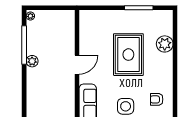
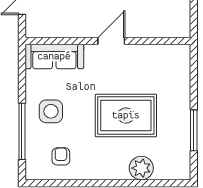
door: (77, 65) -> (111, 41), swing flipped

